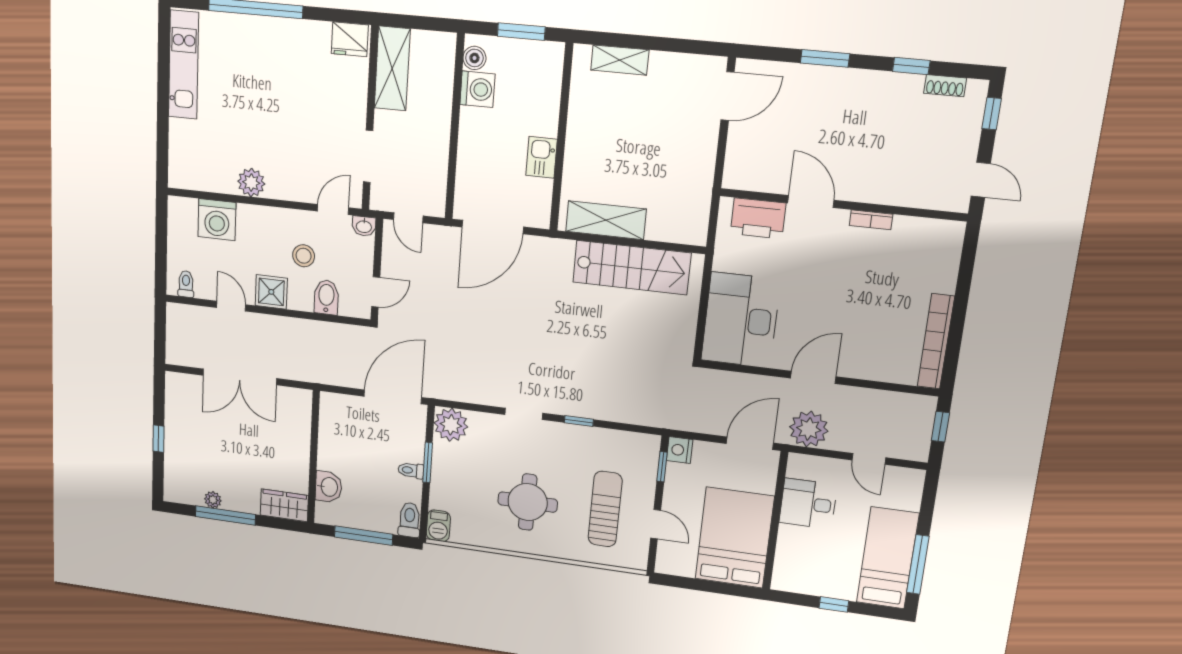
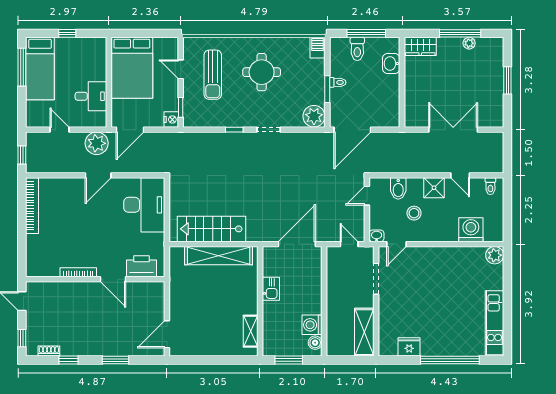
fridge: (350, 39) -> (409, 347), moved
shelving: (620, 60) -> (251, 331), moved, turned 90
plant: (251, 183) -> (495, 255), moved
shelving: (606, 220) -> (219, 256), width x1.47
bookcase: (871, 220) -> (78, 272), width x1.56
window: (158, 439) -> (507, 80), width x1.50
toilet: (409, 520) -> (357, 49), moved

